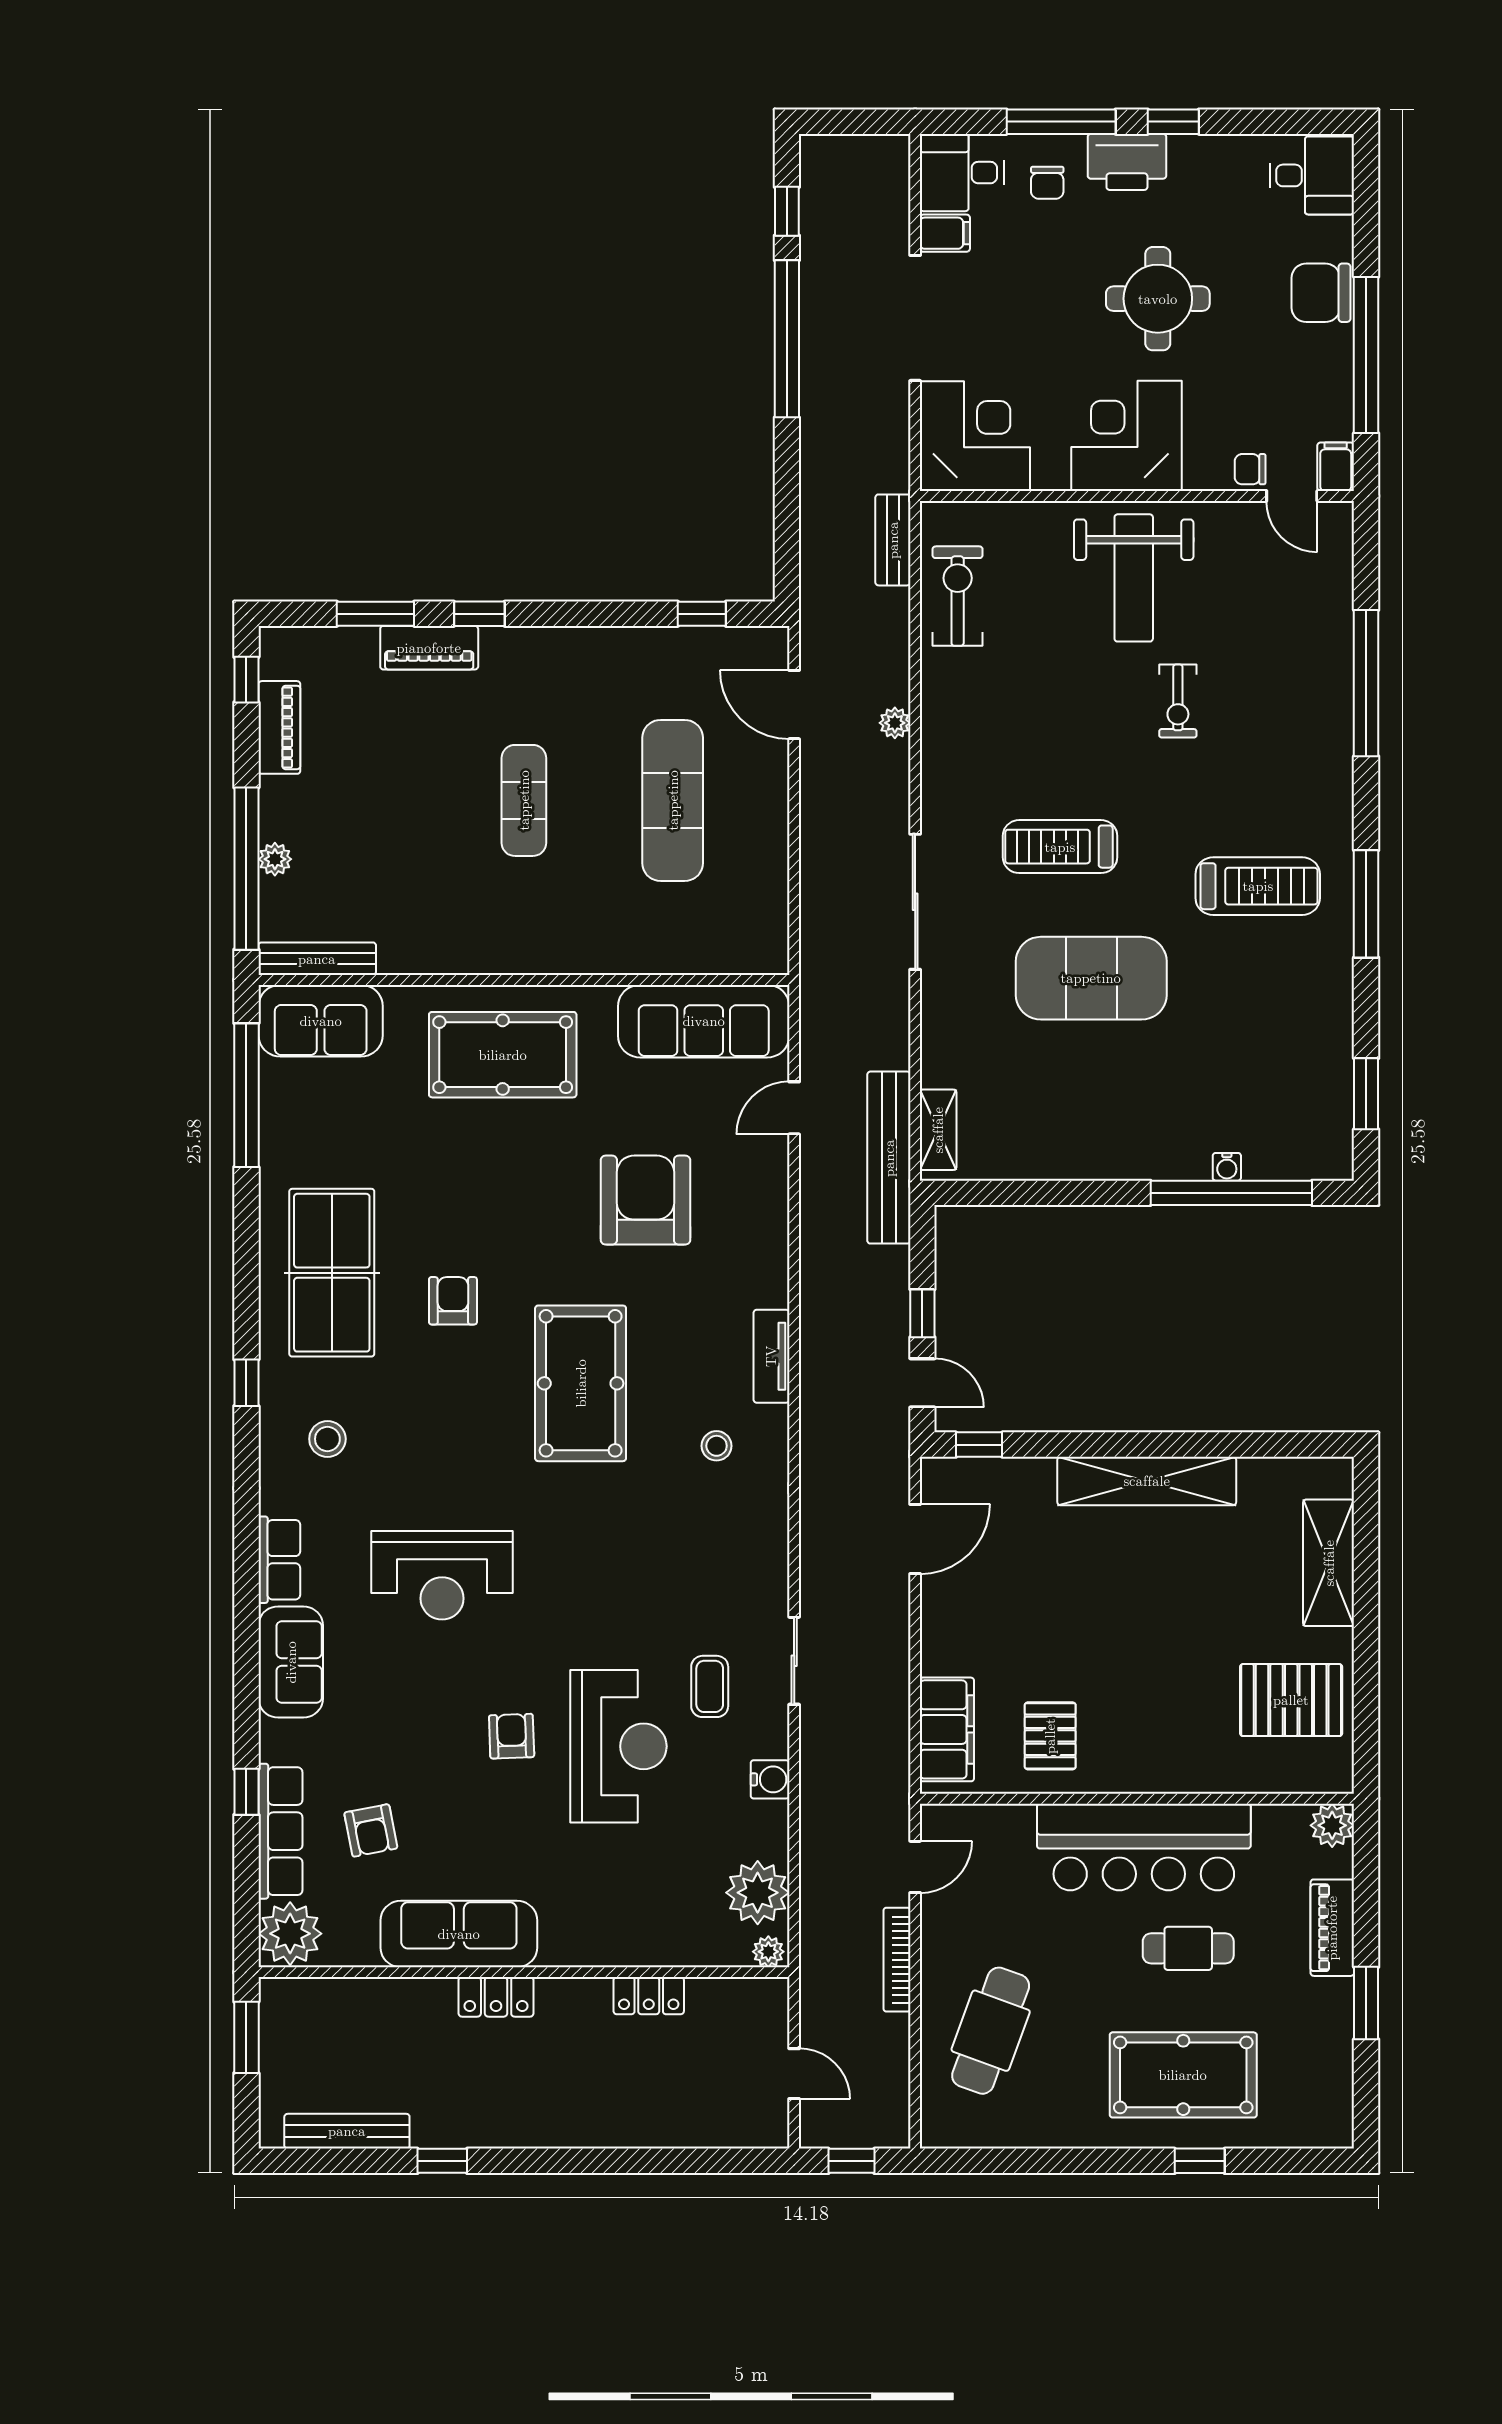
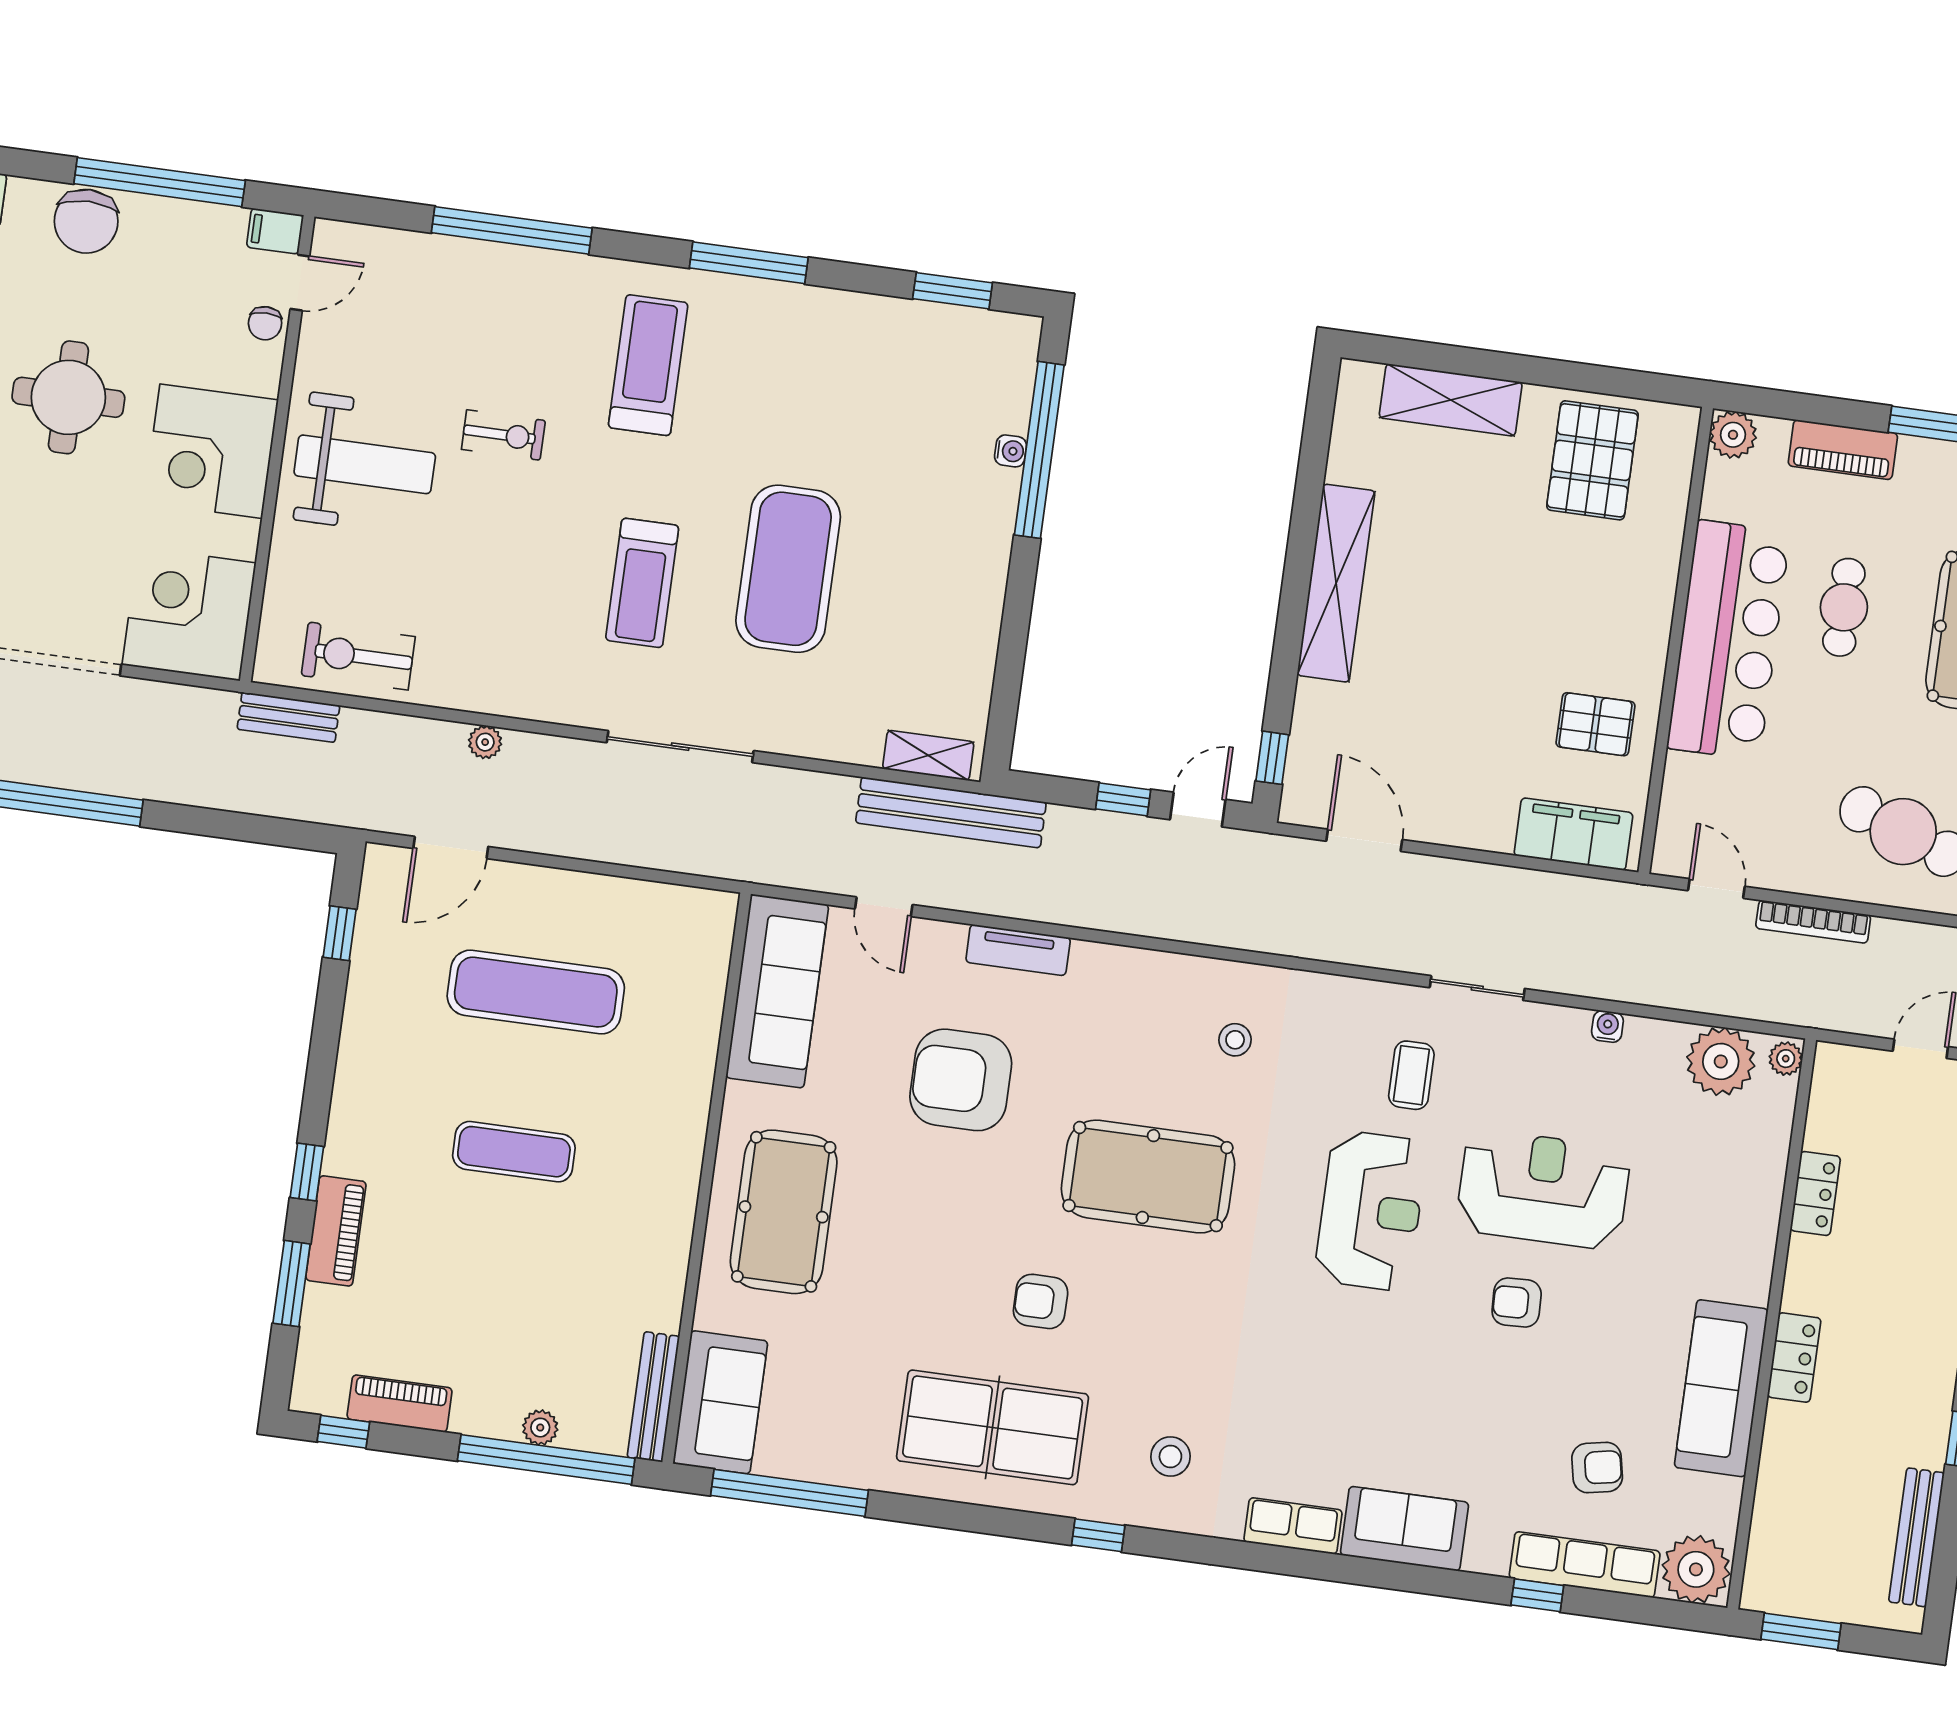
treadmill: (1258, 886) -> (648, 365), moved
tv unit: (771, 1356) -> (1018, 950), moved
reception desk: (442, 1575) -> (1371, 1211), moved
coffee table: (710, 1686) -> (1411, 1075), moved, turned 90
water cooler: (770, 1779) -> (1607, 1026), width x0.72, depth x0.72

